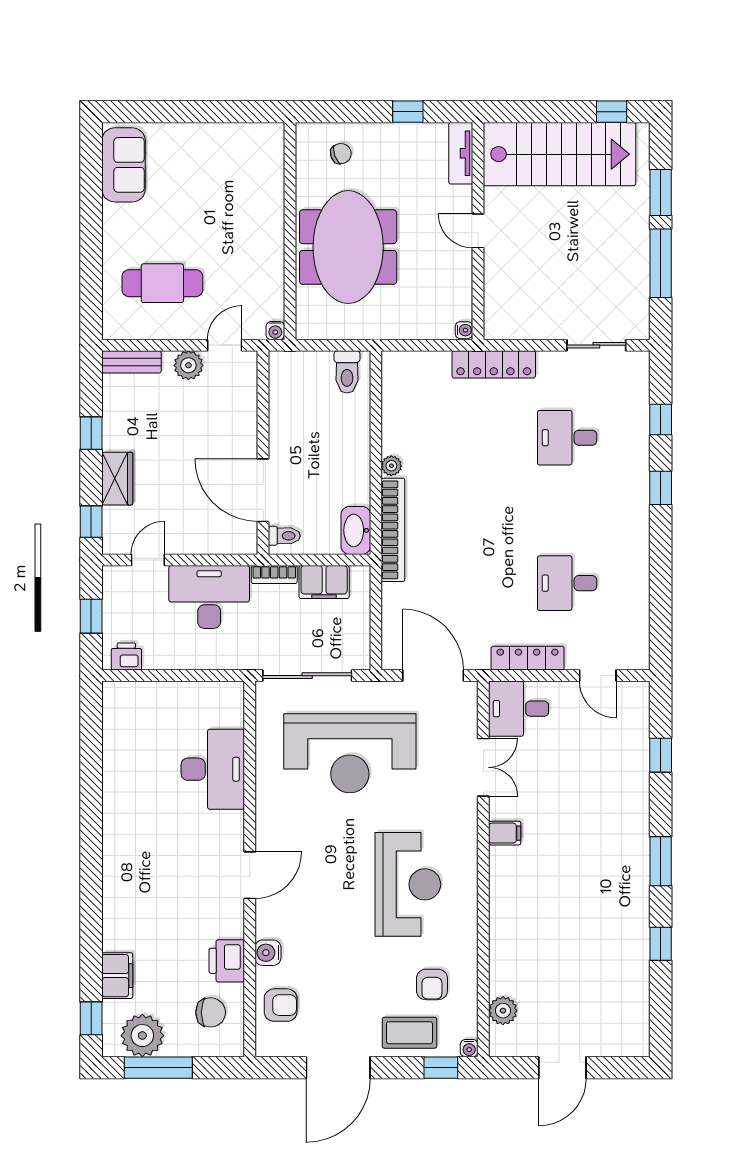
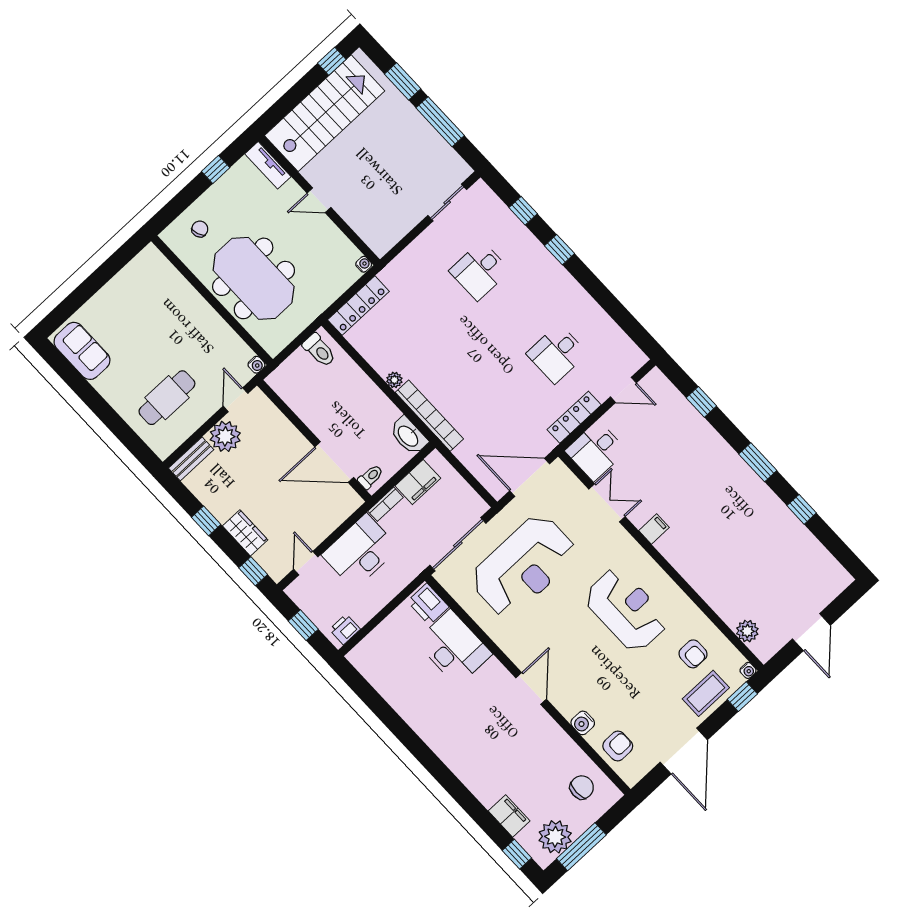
locker: (494, 364) -> (358, 306), moved
plant: (188, 365) -> (225, 436), width x1.36, depth x1.36
printer: (227, 961) -> (428, 604), moved

